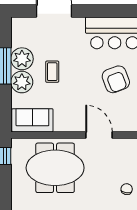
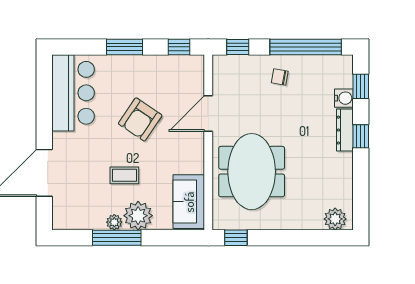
plant: (22, 59) -> (114, 222), width x0.53, depth x0.53
armchair: (116, 79) -> (140, 119), moved, turned 145

